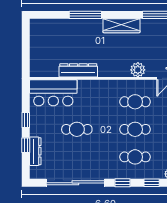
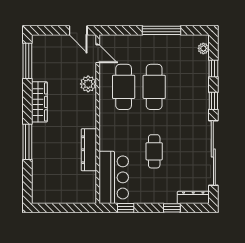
cafe table: (135, 102) -> (124, 87), width x1.37, depth x1.35
window: (26, 120) -> (126, 208), moved
cafe table: (135, 129) -> (154, 87), width x1.37, depth x1.35
dresser: (35, 151) -> (193, 197), moved
cafe table: (135, 157) -> (185, 87), removed

